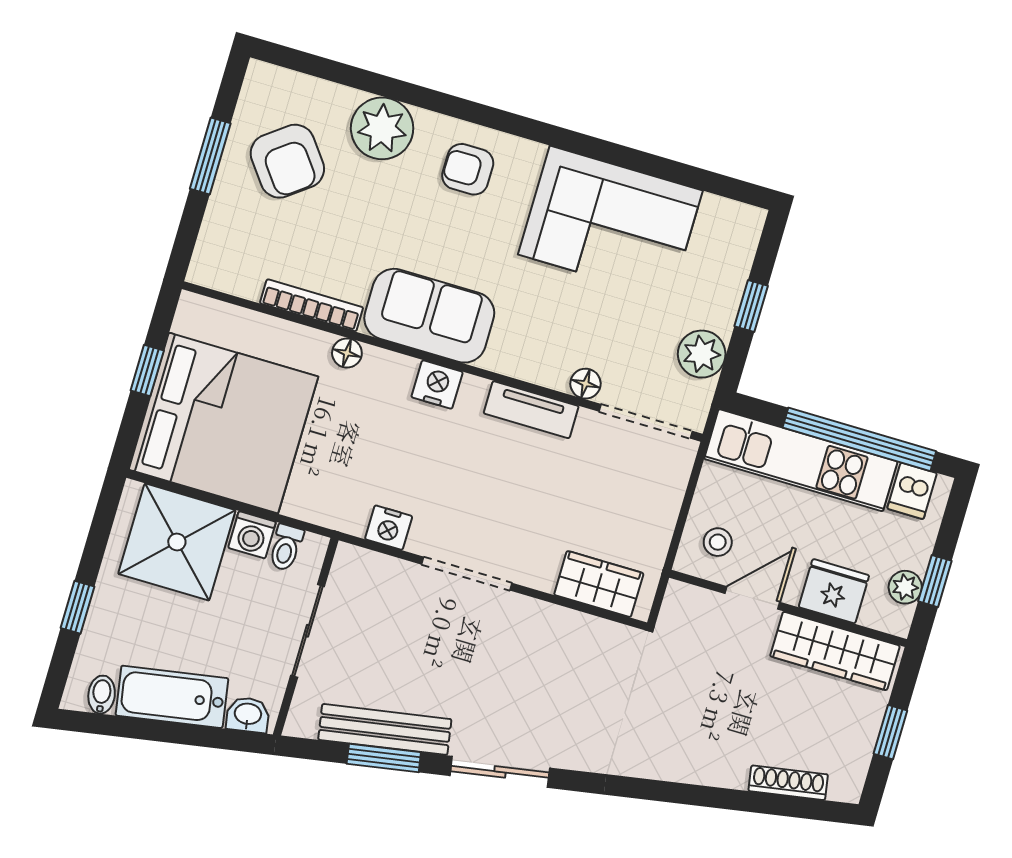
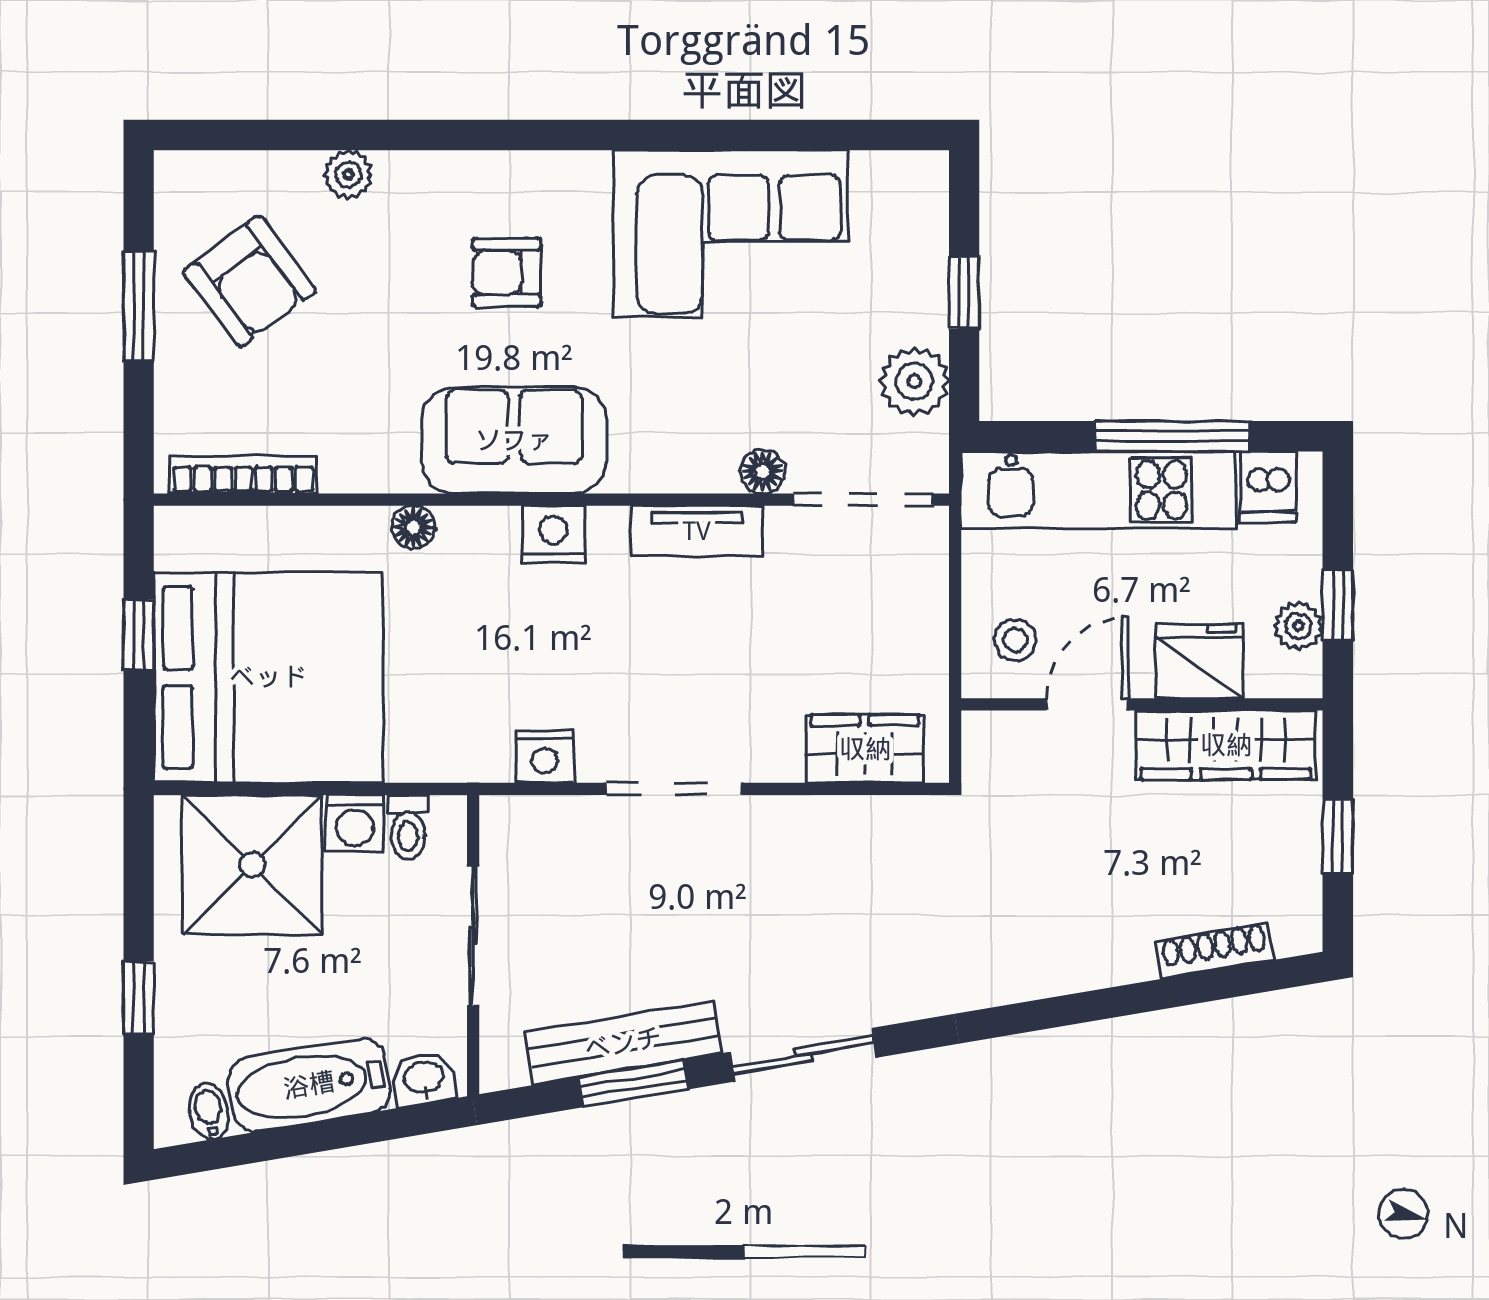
plant: (382, 128) -> (348, 174), width x0.53, depth x0.53
armchair: (468, 169) -> (507, 272), moved
bookcase: (312, 305) -> (243, 475), moved
window: (859, 439) -> (1172, 436), width x0.68

